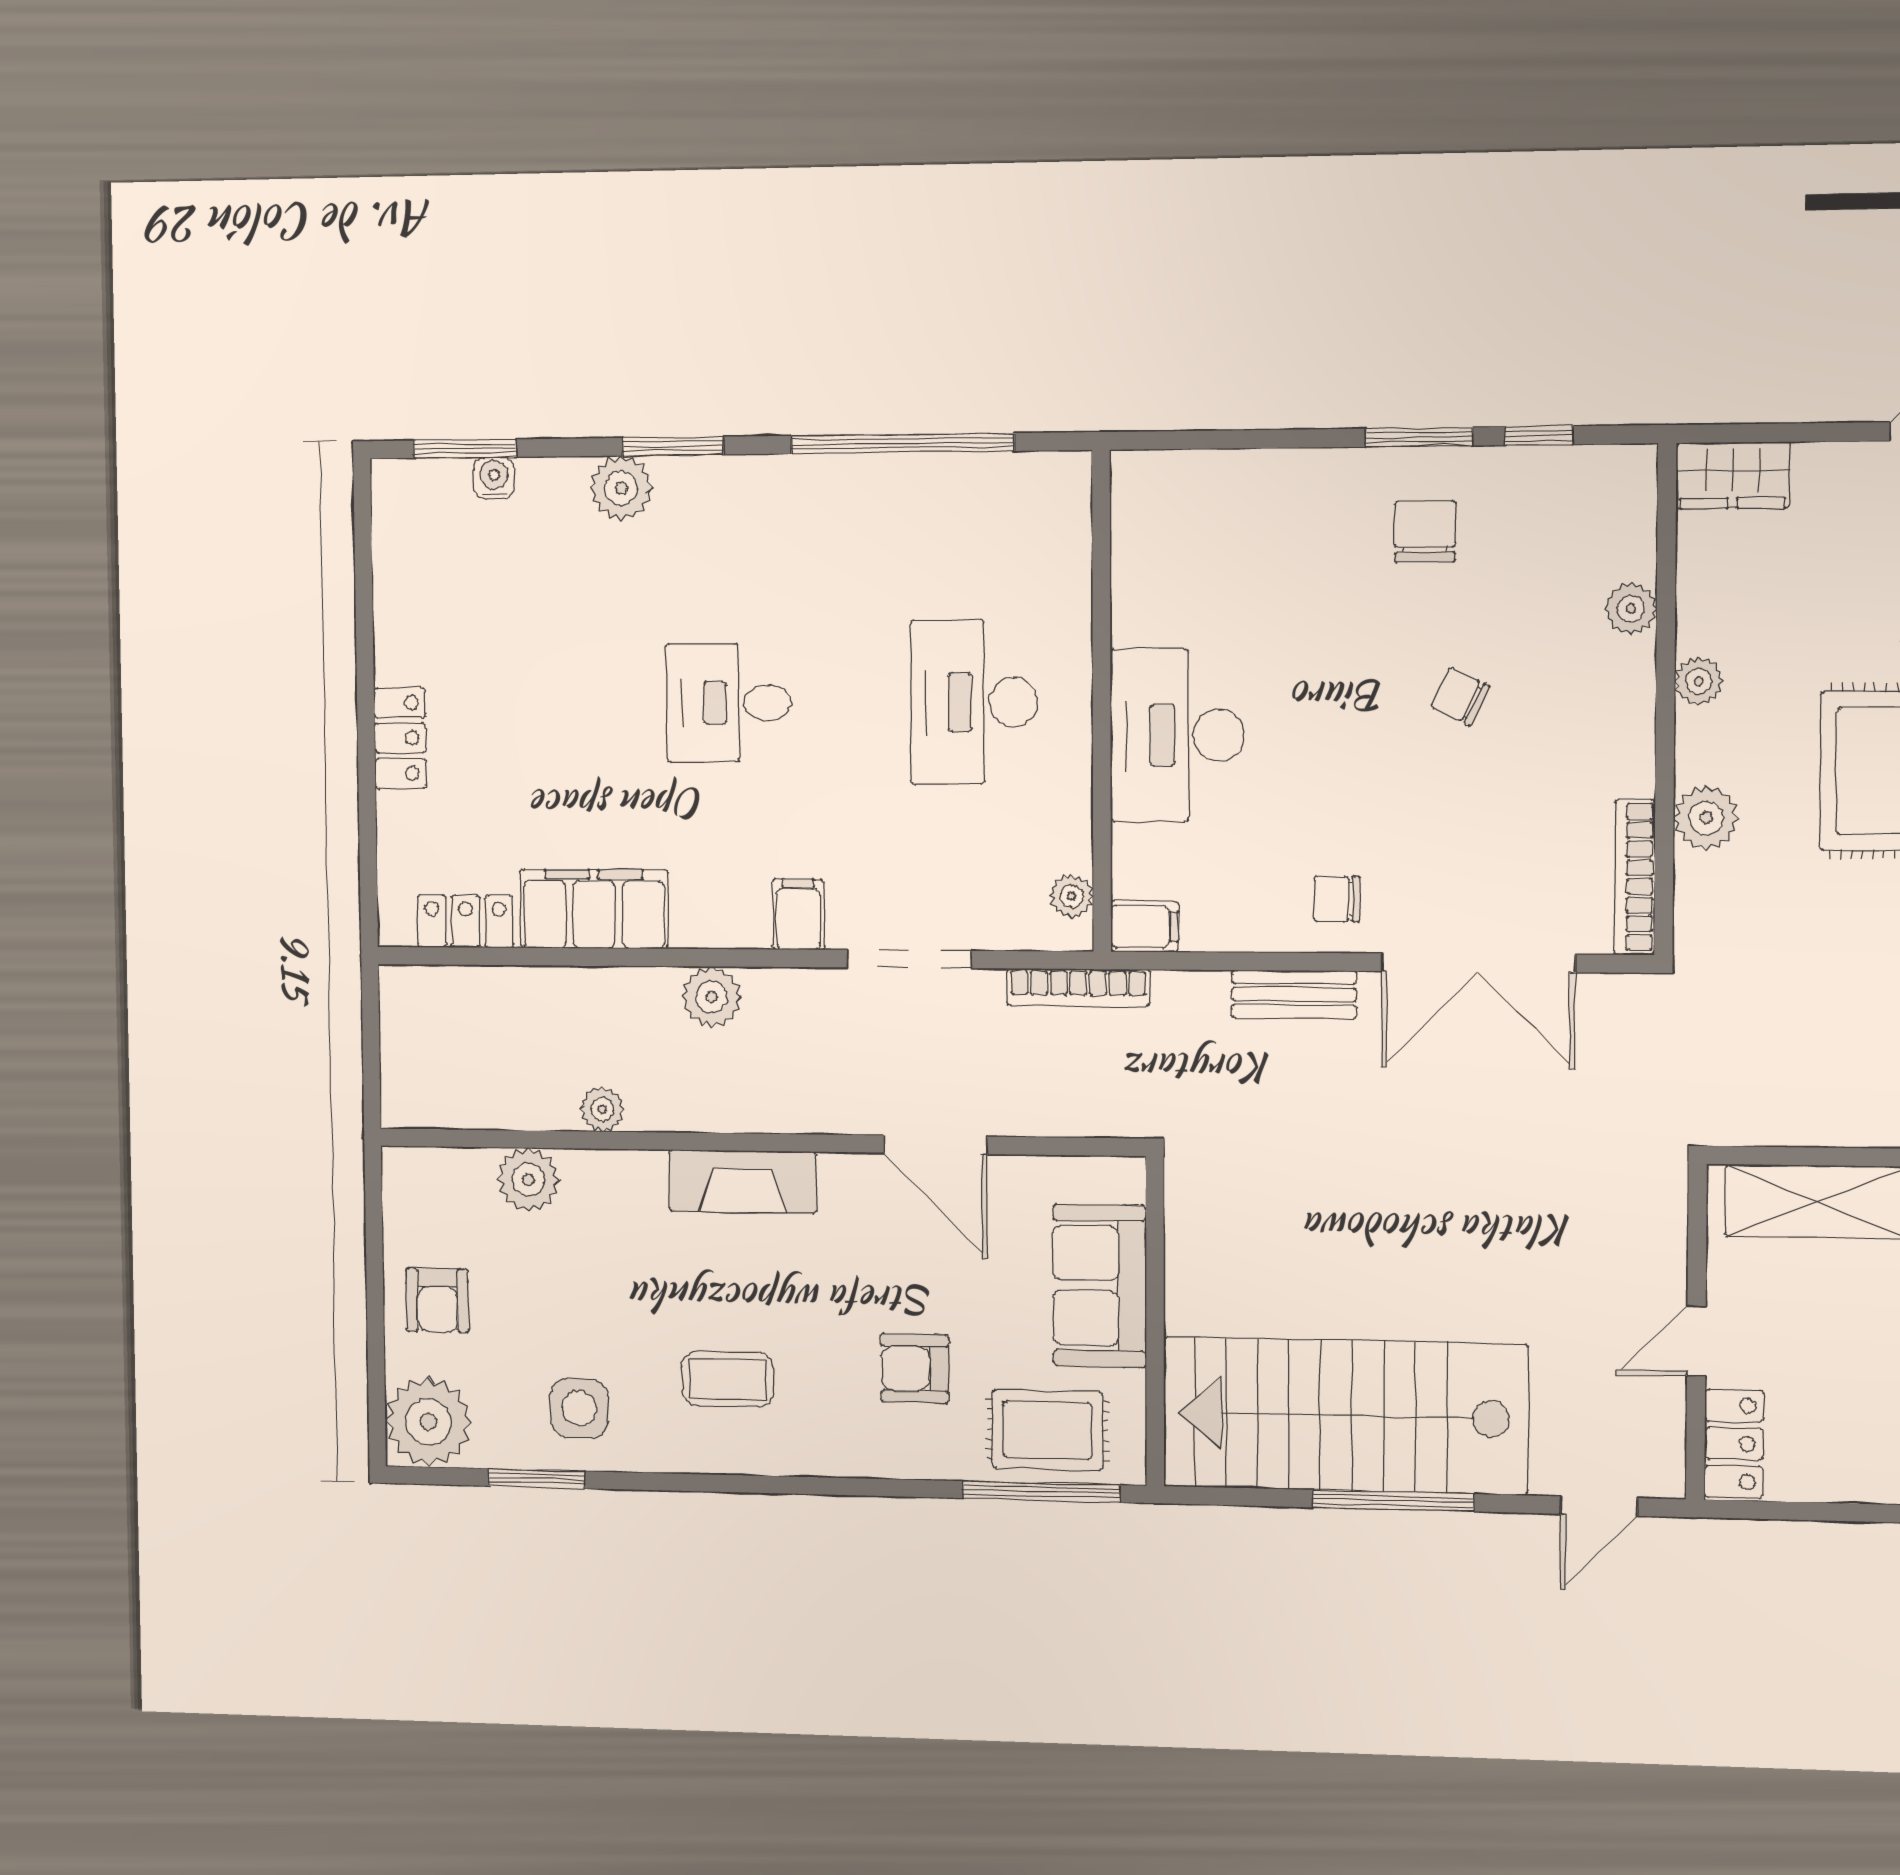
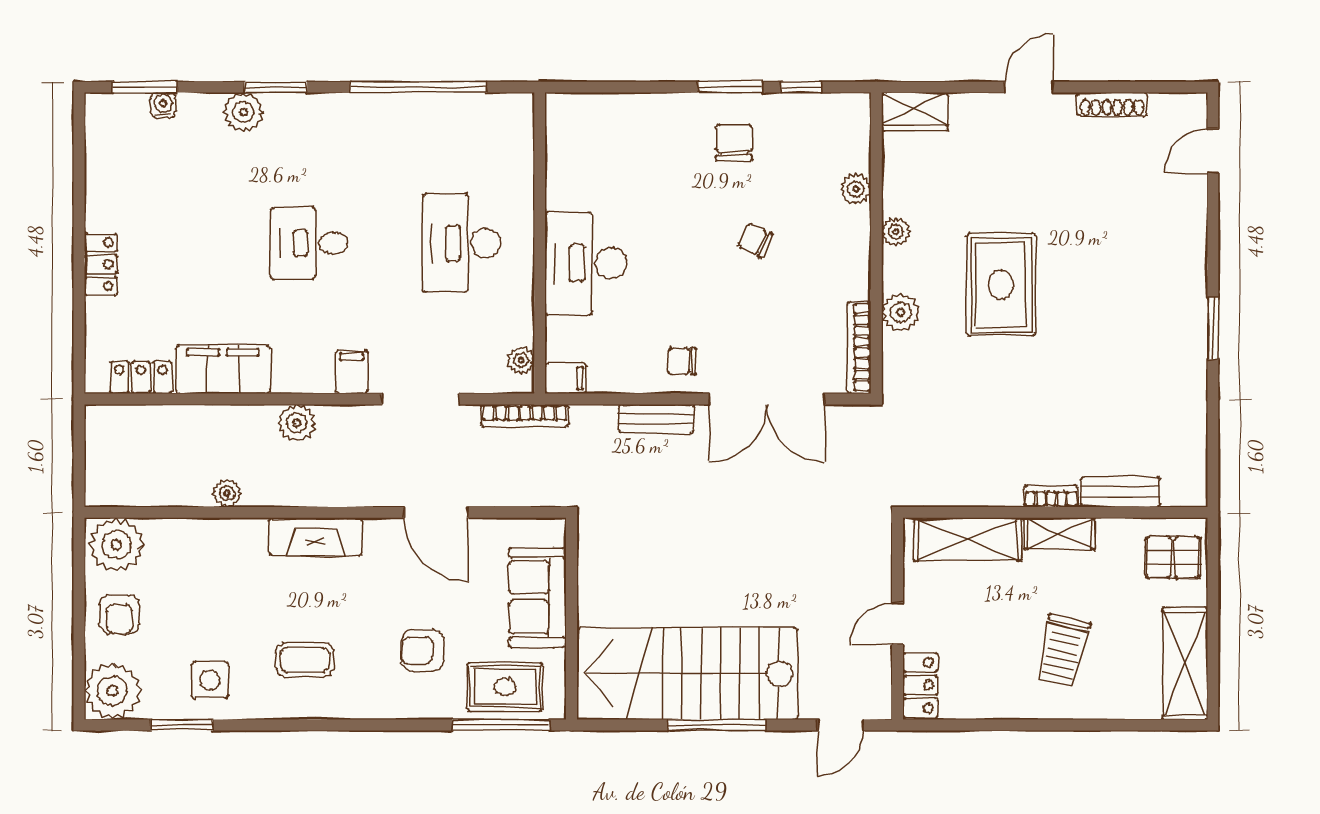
plant: (528, 1180) -> (116, 545), moved, width x1.36, depth x1.36

